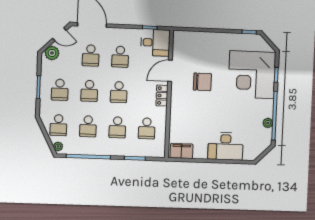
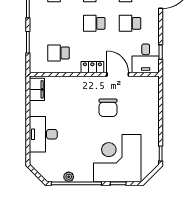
school desk: (117, 127) -> (58, 23), removed

